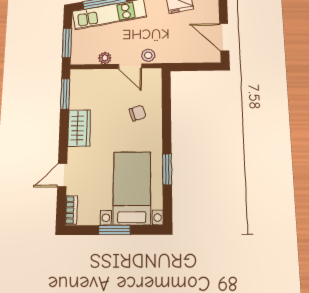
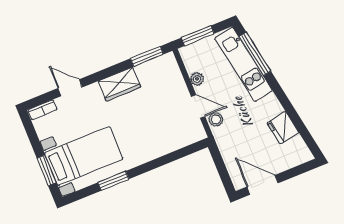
door: (224, 37) -> (263, 185), hinge flipped
door: (130, 66) -> (198, 106), swing flipped
chair: (137, 113) -> (155, 132), removed
window: (114, 230) -> (47, 170), moved

